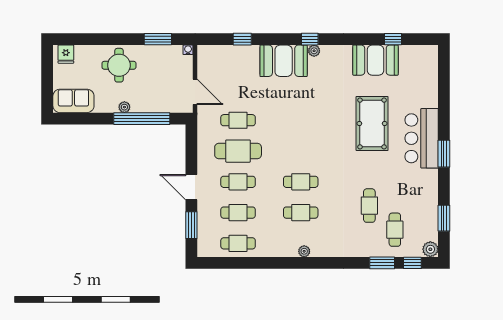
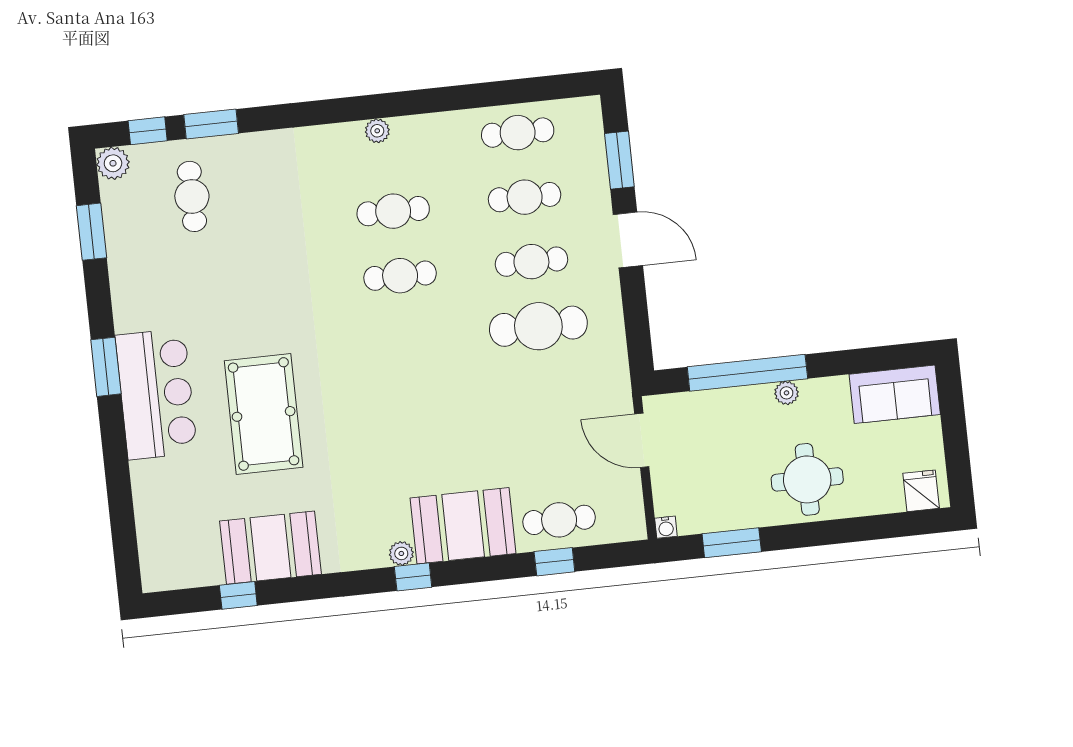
cafe table: (238, 120) -> (559, 520), moved
cafe table: (369, 206) -> (251, 241), removed

